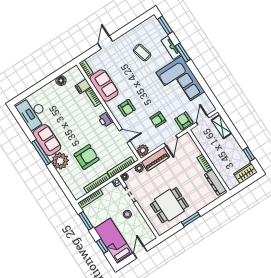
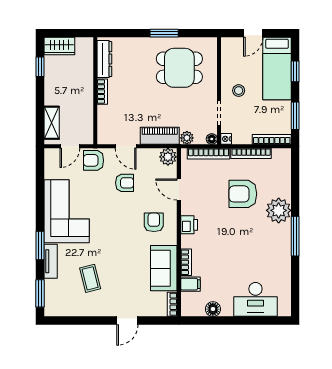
desk: (32, 113) -> (255, 299), moved, turned 90
armchair: (184, 121) -> (94, 160), turned 90
sofa: (47, 140) -> (278, 247), removed
door: (171, 141) -> (126, 146), swing flipped

